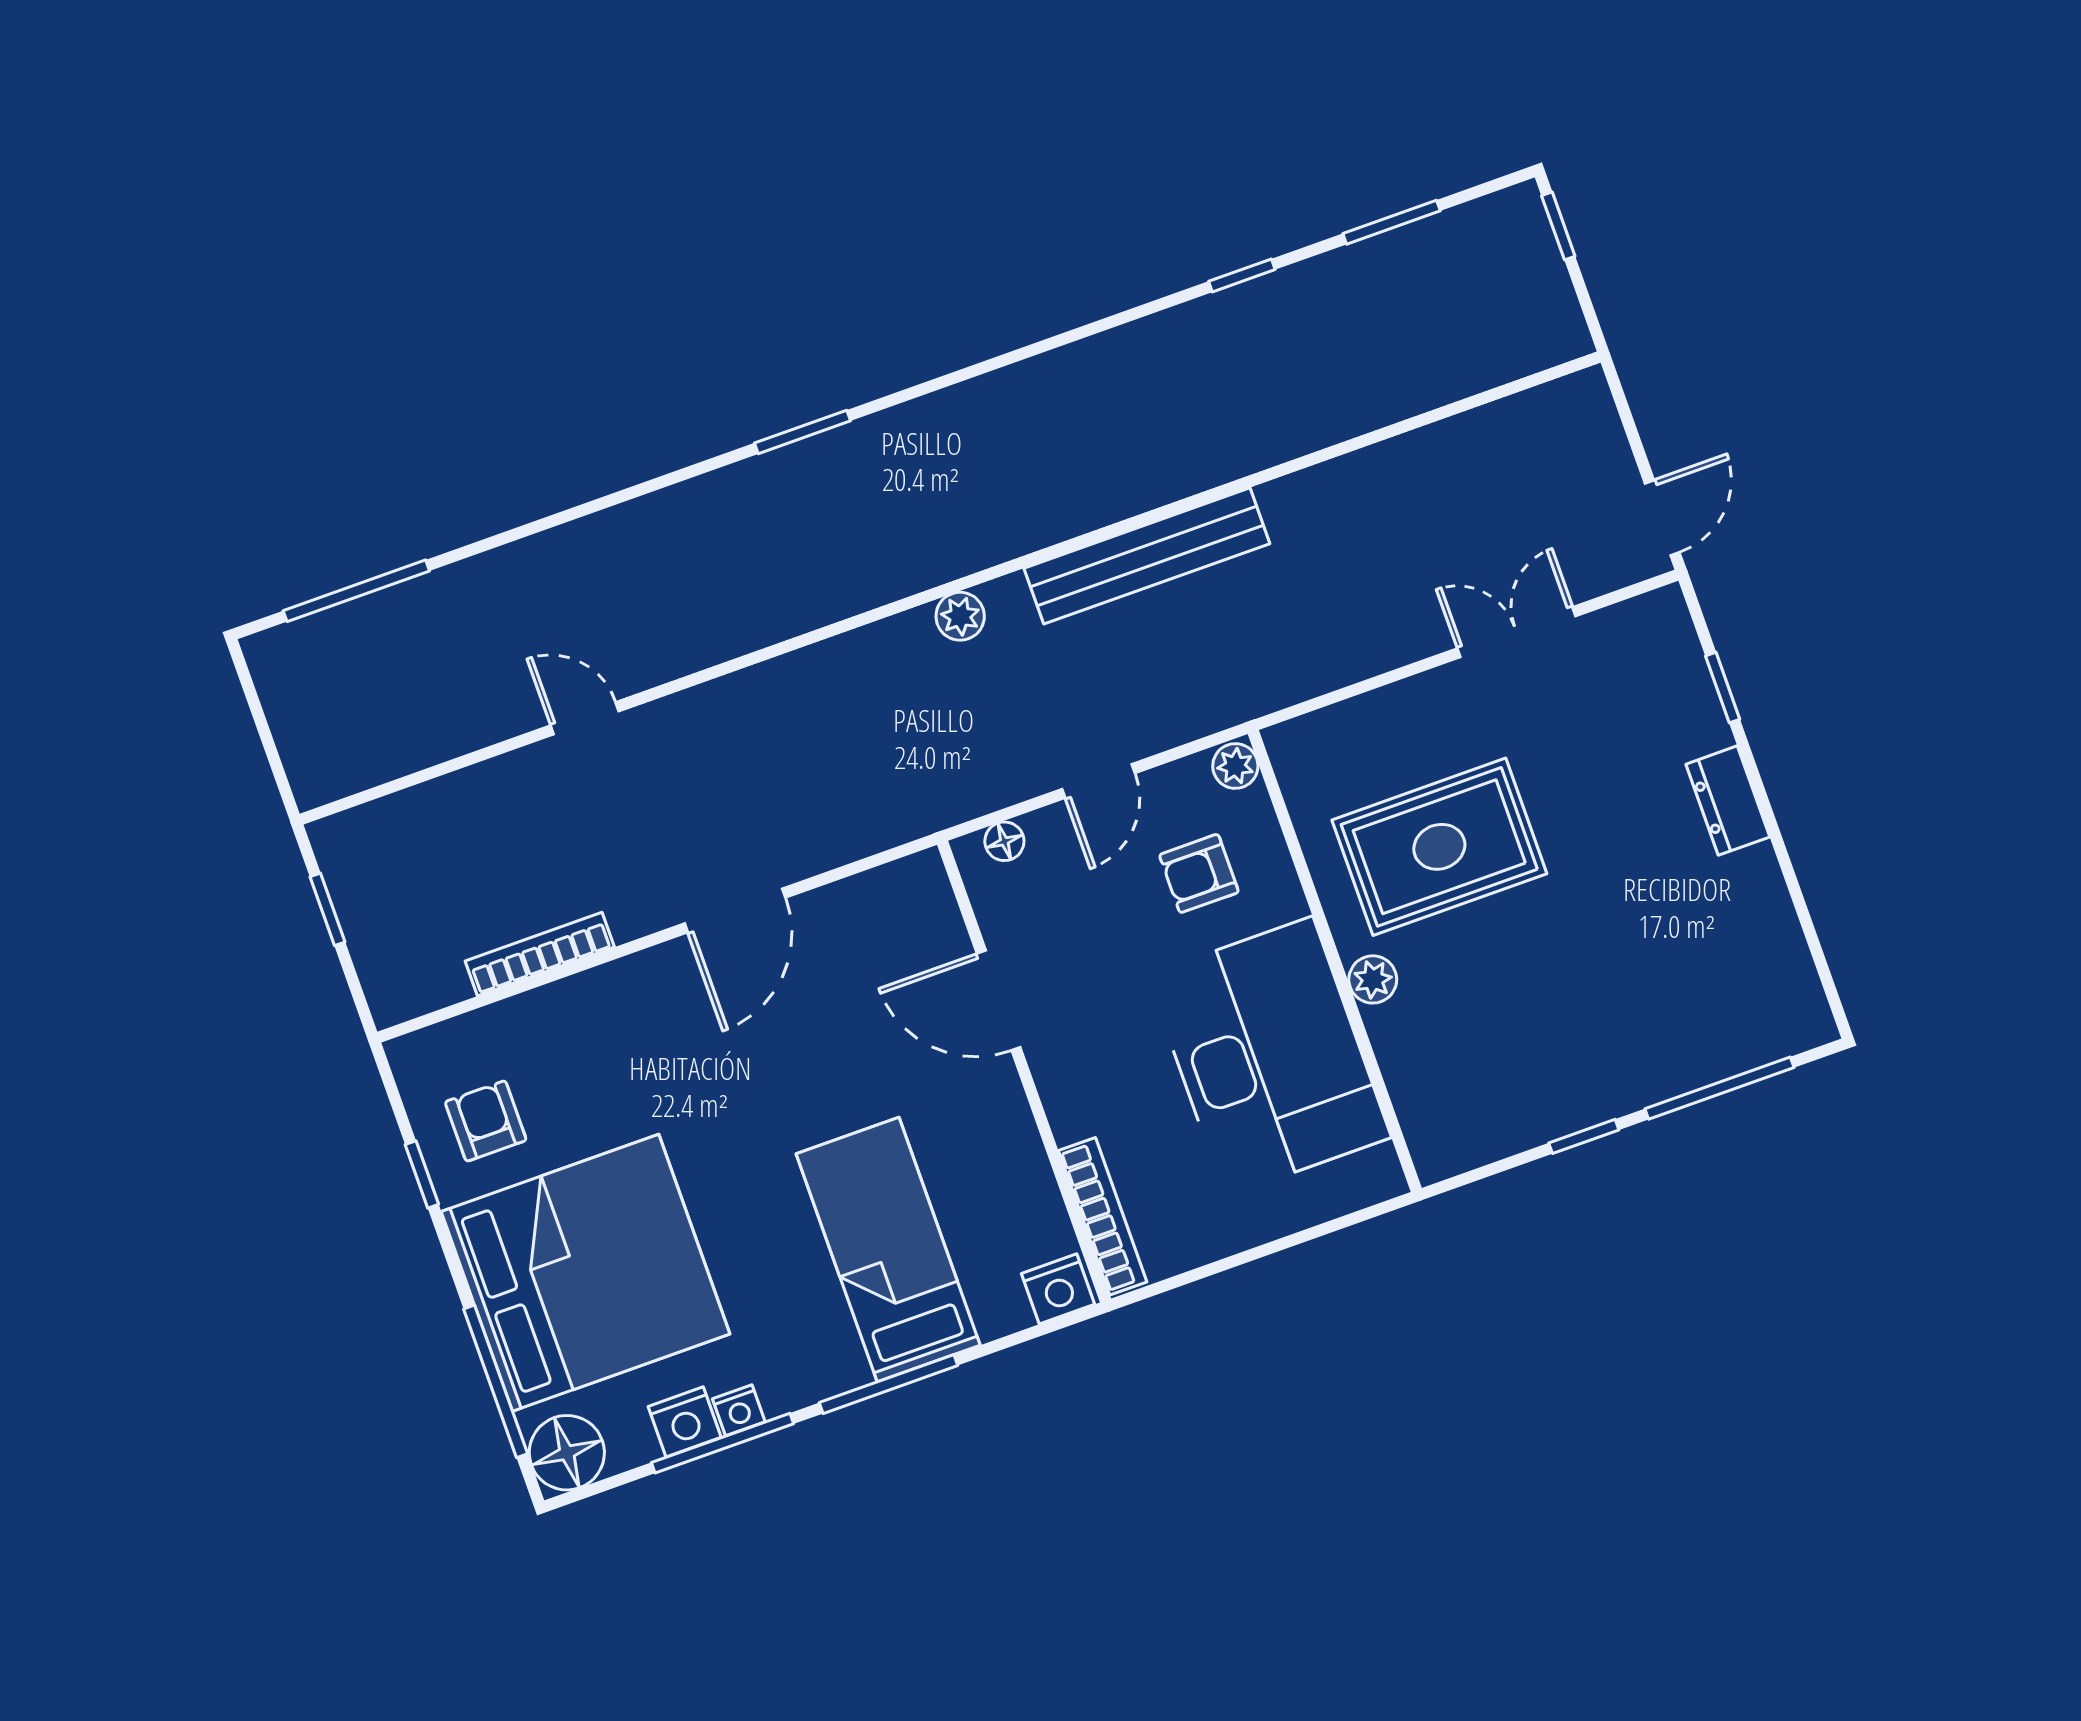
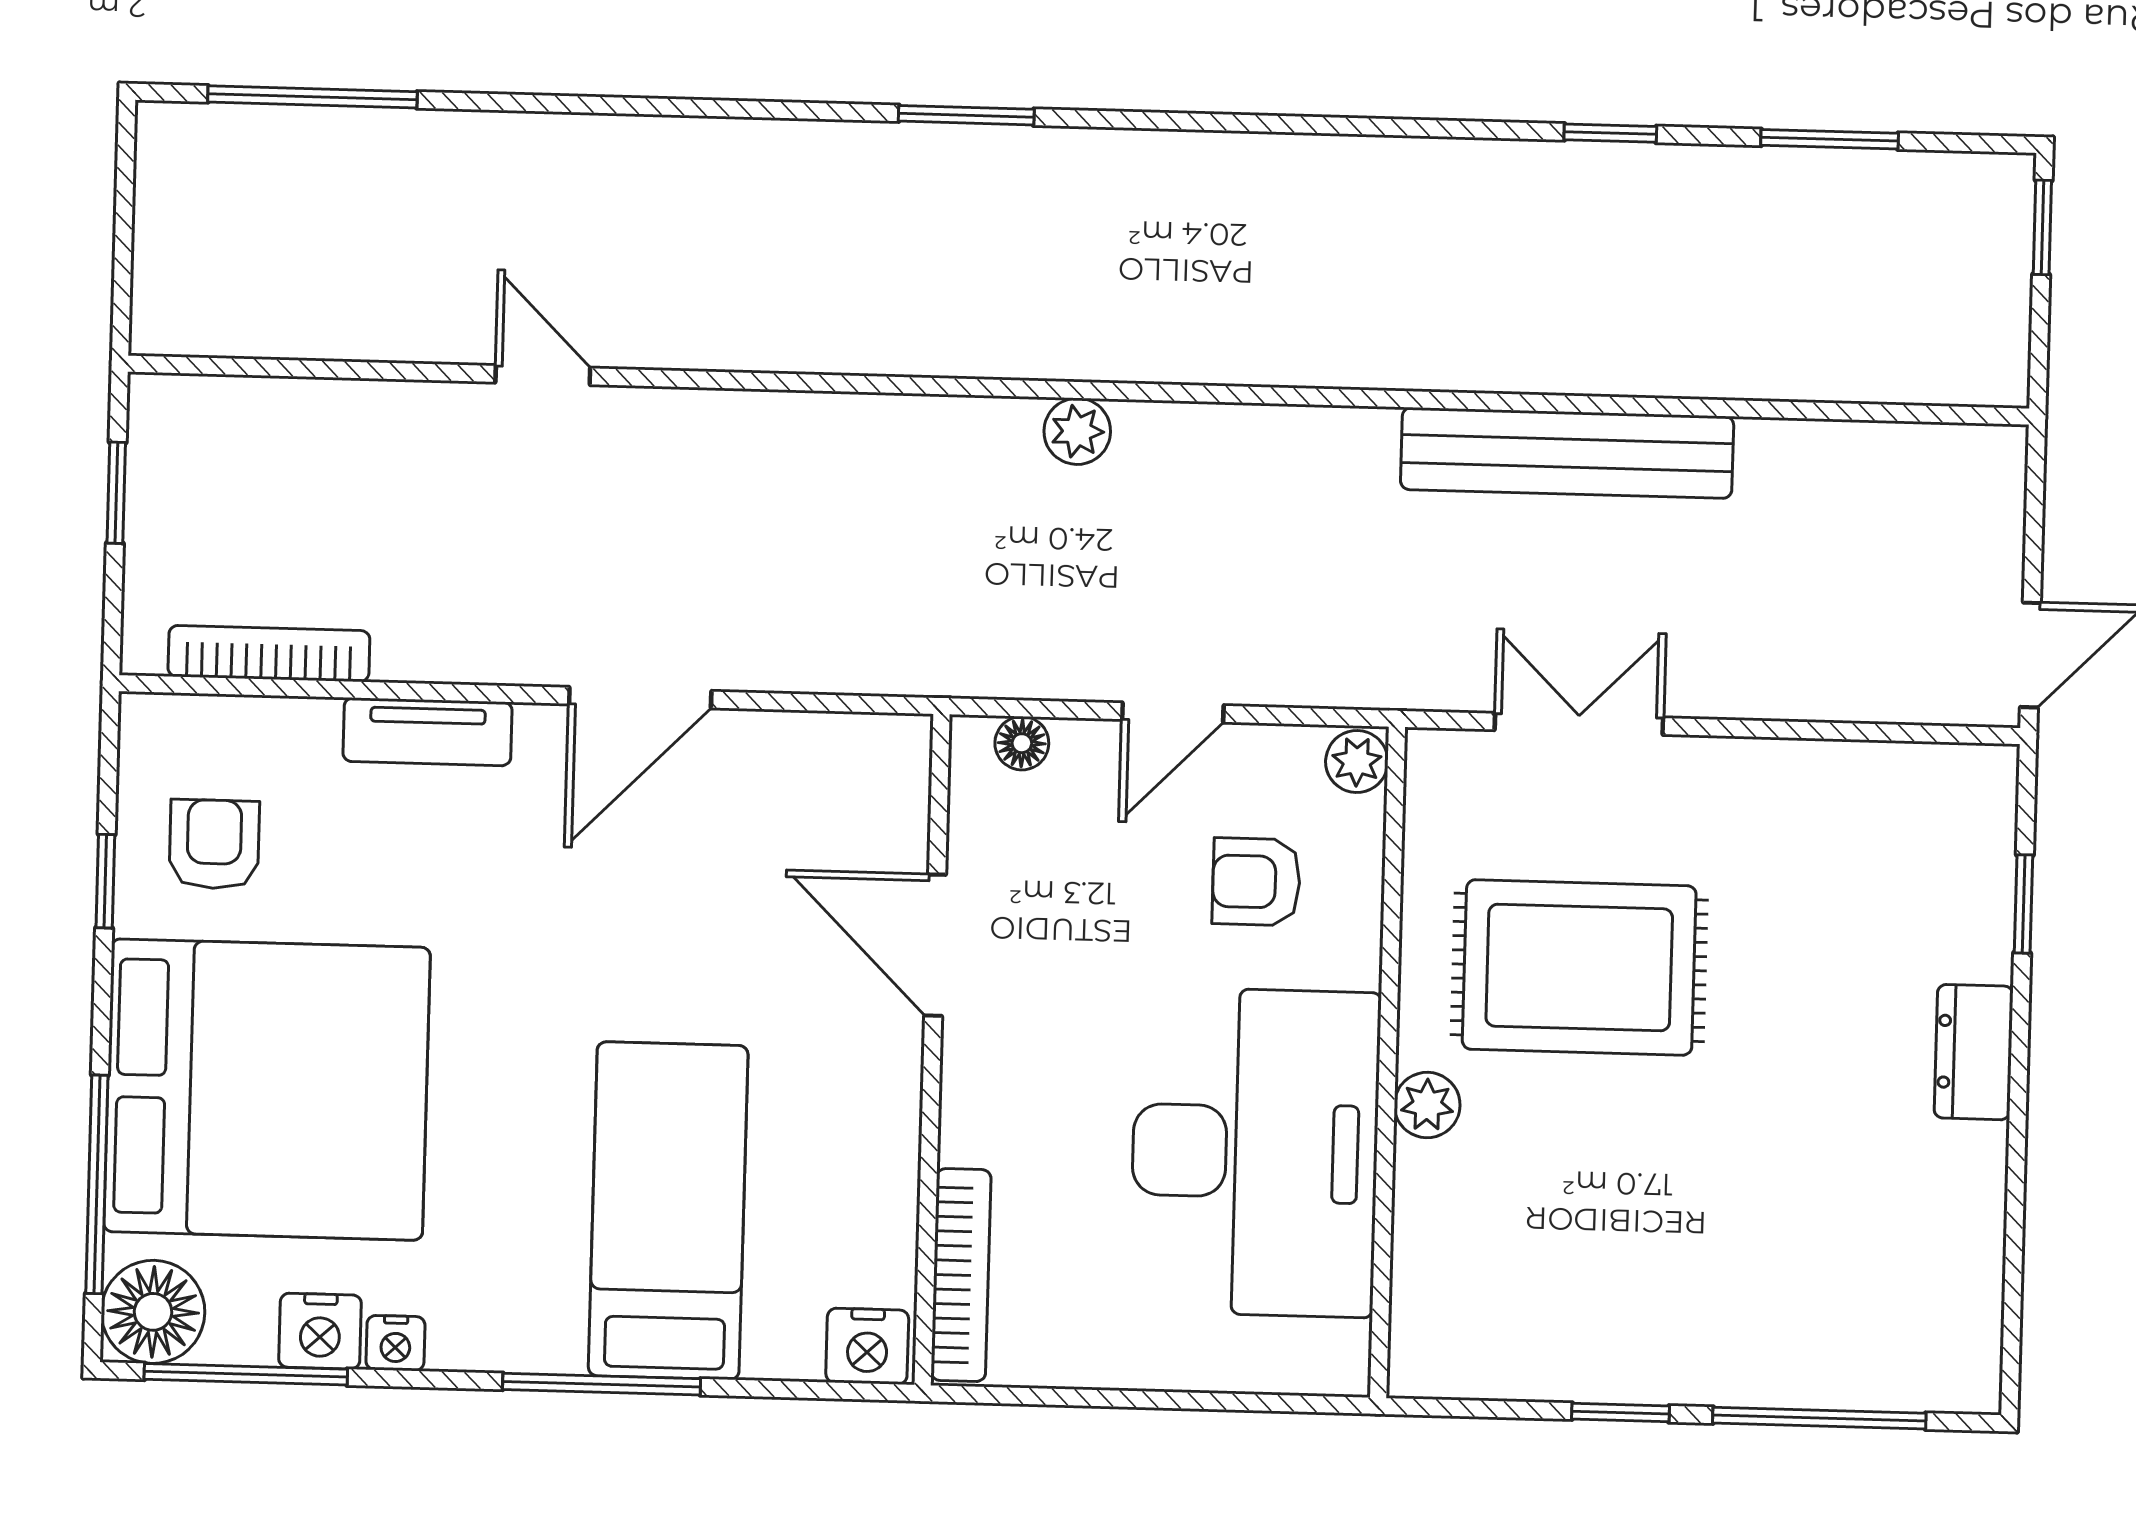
bench: (1147, 556) -> (1567, 453), moved
double door: (1516, 632) -> (1579, 724), moved
bookcase: (540, 954) -> (269, 654), moved
tv unit: (600, 989) -> (428, 732), added
window: (723, 1443) -> (246, 1374), moved

